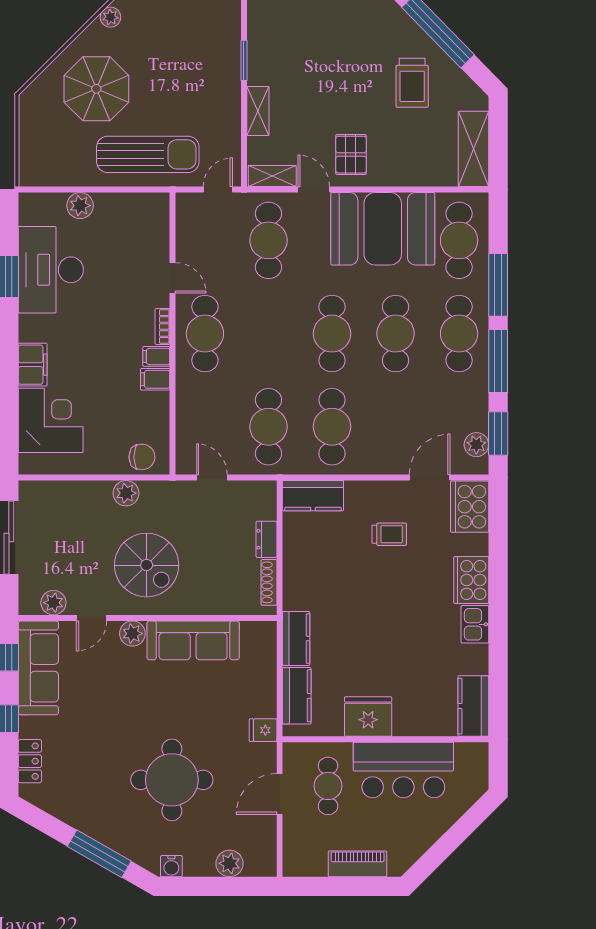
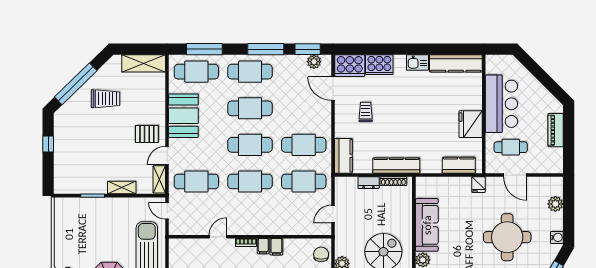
booth: (383, 229) -> (183, 116), width x0.73, depth x0.70
window: (498, 285) -> (204, 49), moved
cafe table: (205, 334) -> (250, 182), moved
cooker: (471, 580) -> (379, 65), moved
kitchen counter: (296, 638) -> (396, 166), moved, width x1.50
kitchen counter: (473, 706) -> (456, 63), width x1.50

